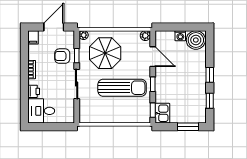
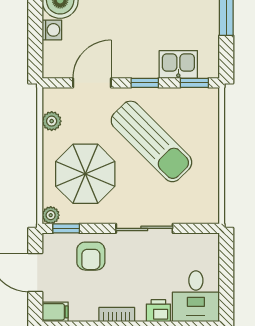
plant: (145, 36) -> (52, 121), moved
window: (77, 56) -> (66, 228), moved
sun lounger: (122, 88) -> (151, 141), turned 135
kitchen sink: (162, 113) -> (178, 64), moved

